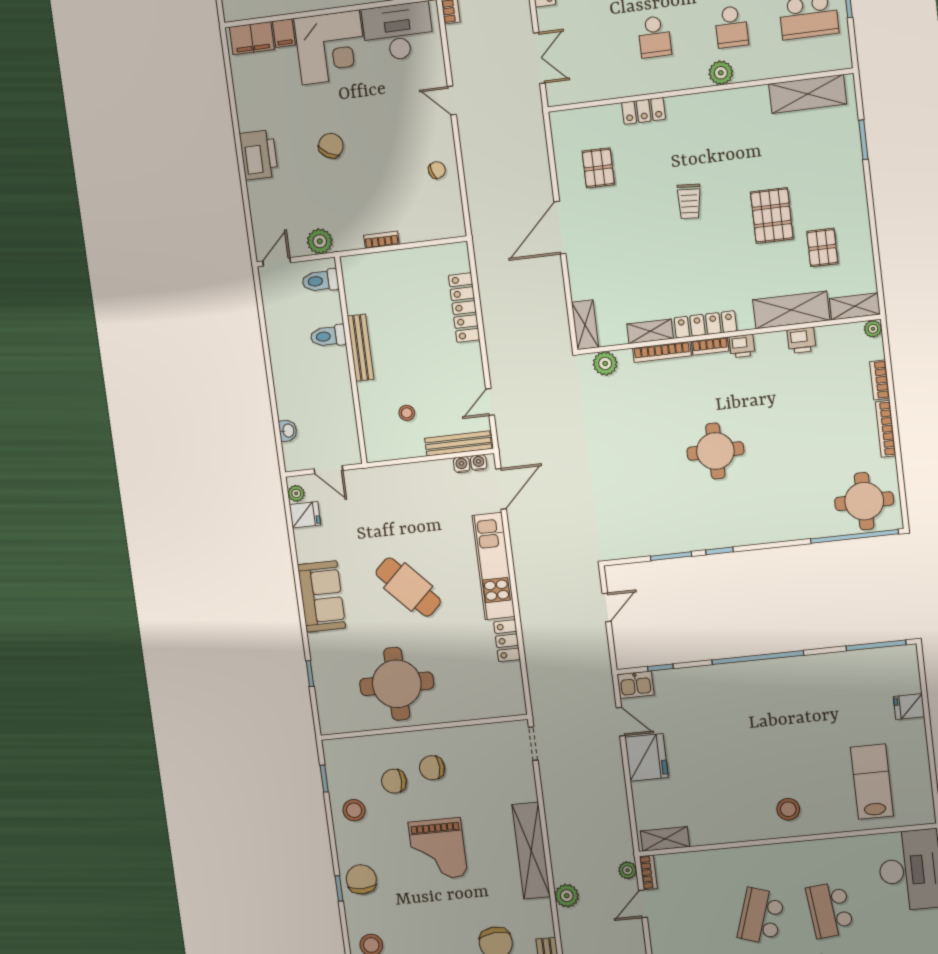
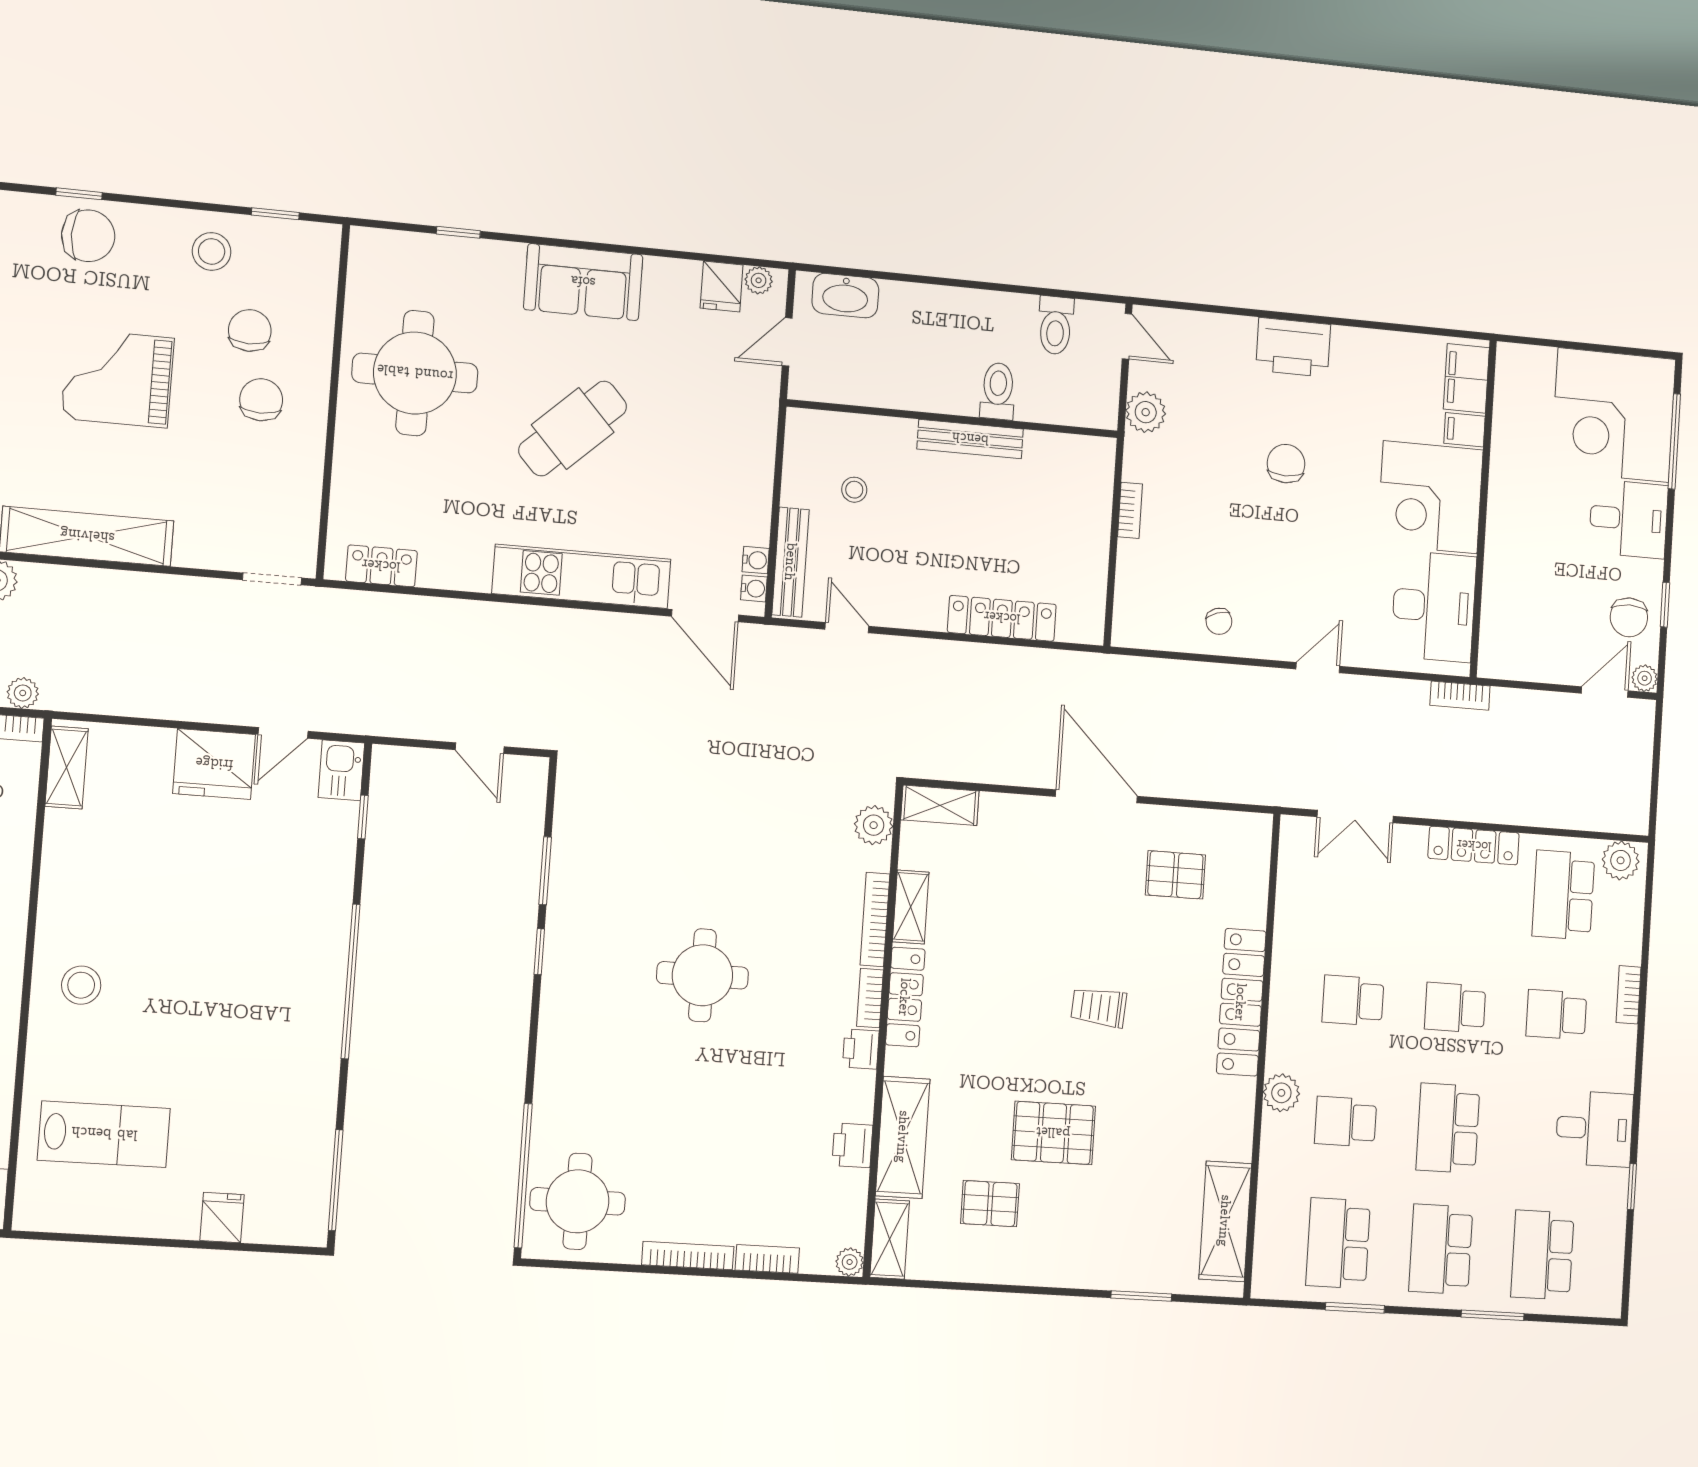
locker: (644, 111) -> (1241, 1002), width x2.16, depth x1.21
chair: (331, 146) -> (1286, 464), turned -121
toilet: (320, 281) -> (1056, 325), moved, turned 180
washbasin: (288, 431) -> (845, 296), width x1.91, depth x1.45
locker: (507, 641) -> (381, 566), moved

